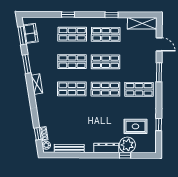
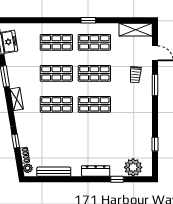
window: (68, 15) -> (52, 20), removed
window: (112, 15) -> (88, 20), moved
trolley: (142, 63) -> (135, 75), added
shop shelf: (139, 89) -> (132, 104), removed
rug: (135, 126) -> (129, 146), removed
window: (38, 134) -> (16, 141), moved
plant: (127, 145) -> (133, 167), moved

